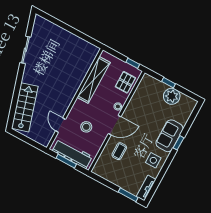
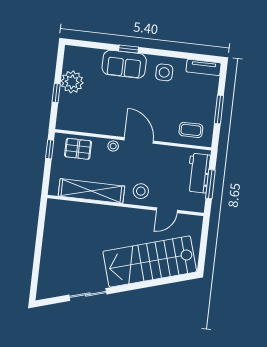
stairs: (25, 107) -> (150, 262), width x1.36, depth x1.51
stool: (86, 127) -> (141, 191), moved
coffee table: (119, 151) -> (191, 130), moved
workbench: (72, 154) -> (198, 173), width x0.73
window: (128, 195) -> (219, 110), moved

